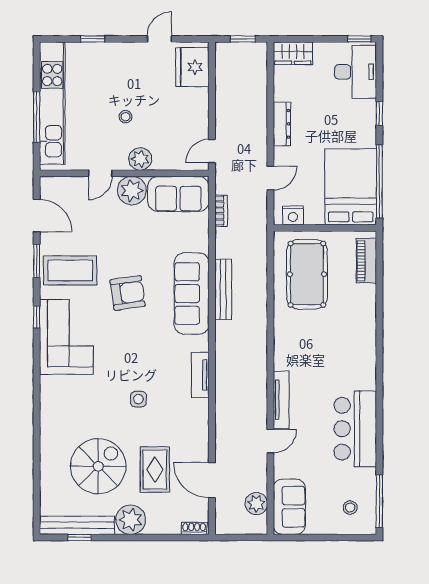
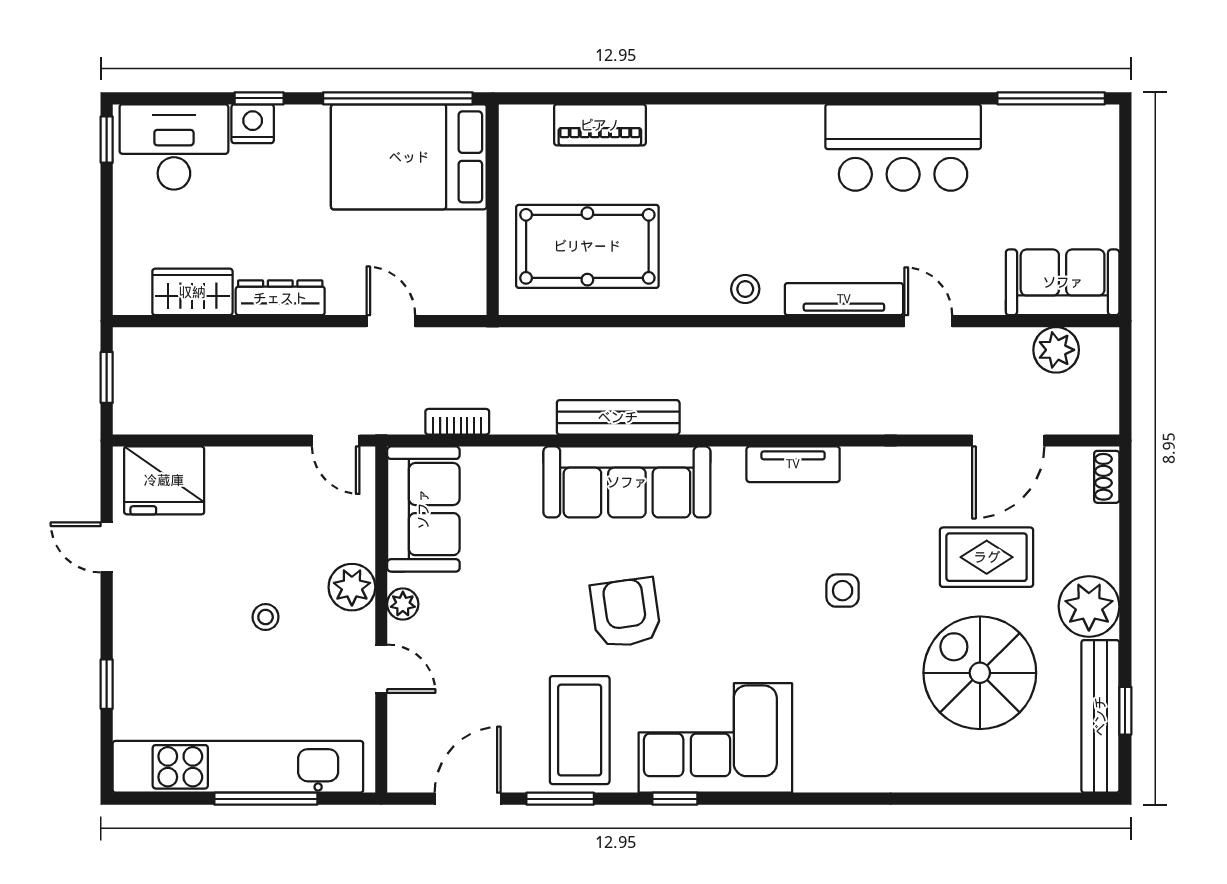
wardrobe: (293, 53) -> (192, 292), moved, turned -90
plant: (132, 191) -> (403, 604), width x0.53, depth x0.53
nightstand: (293, 215) -> (253, 124), moved, turned -90
piano: (366, 261) -> (600, 125), moved
stool: (350, 507) -> (745, 289), moved

